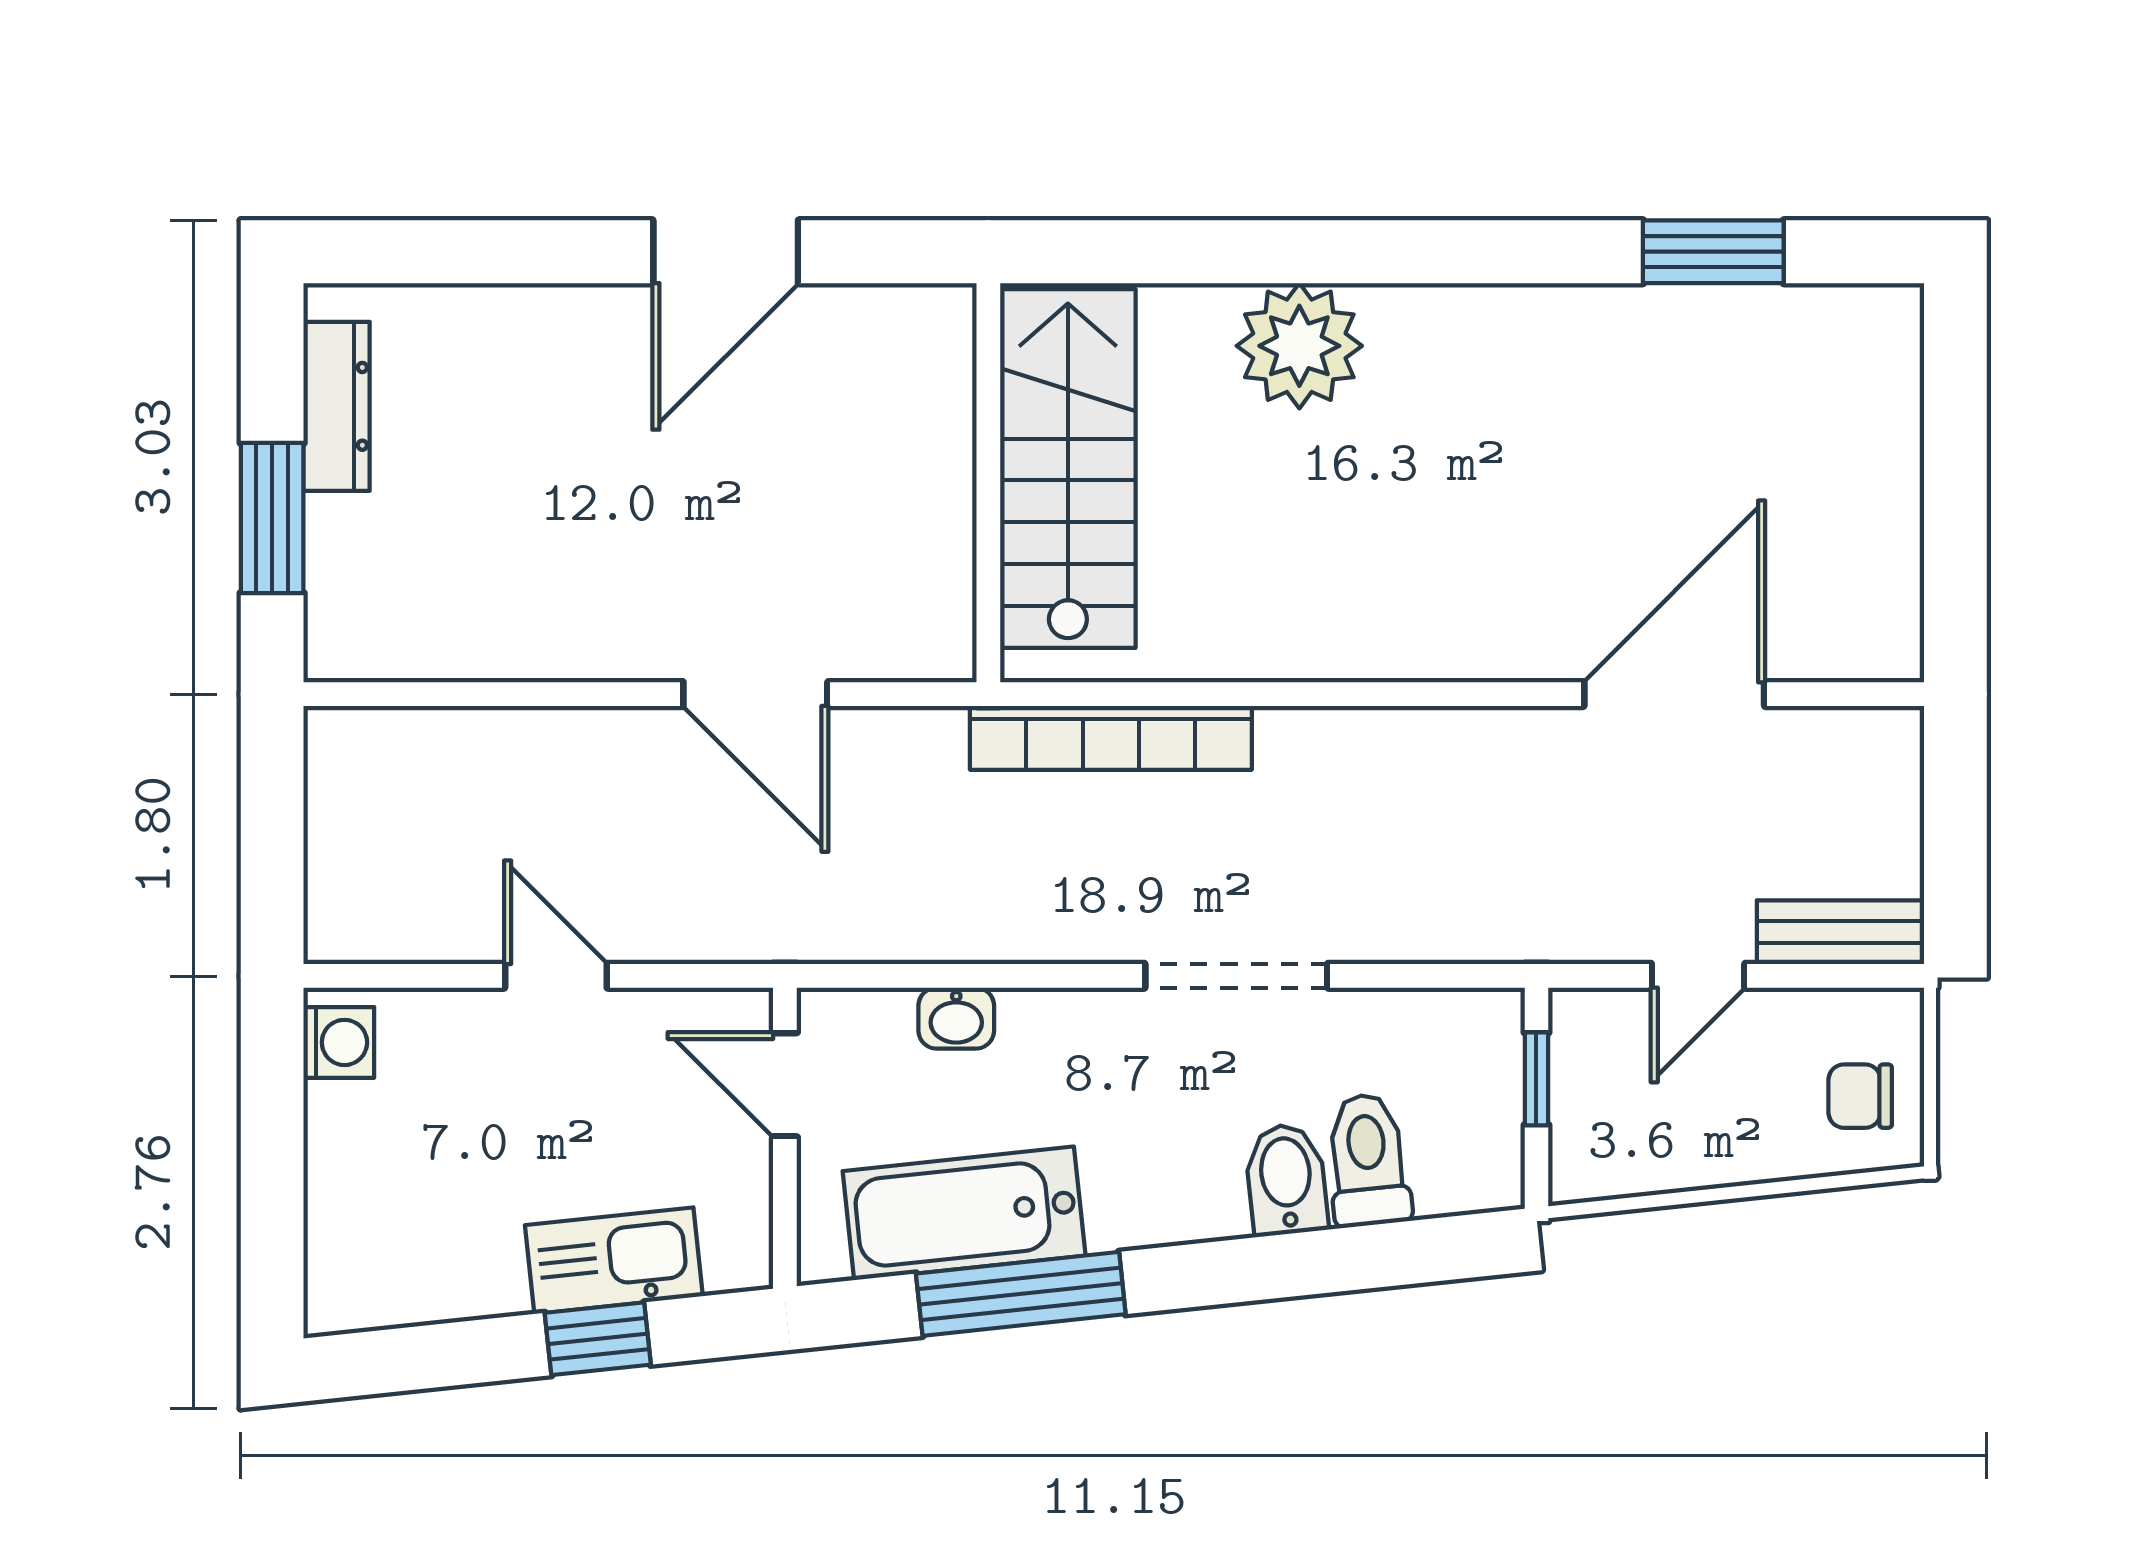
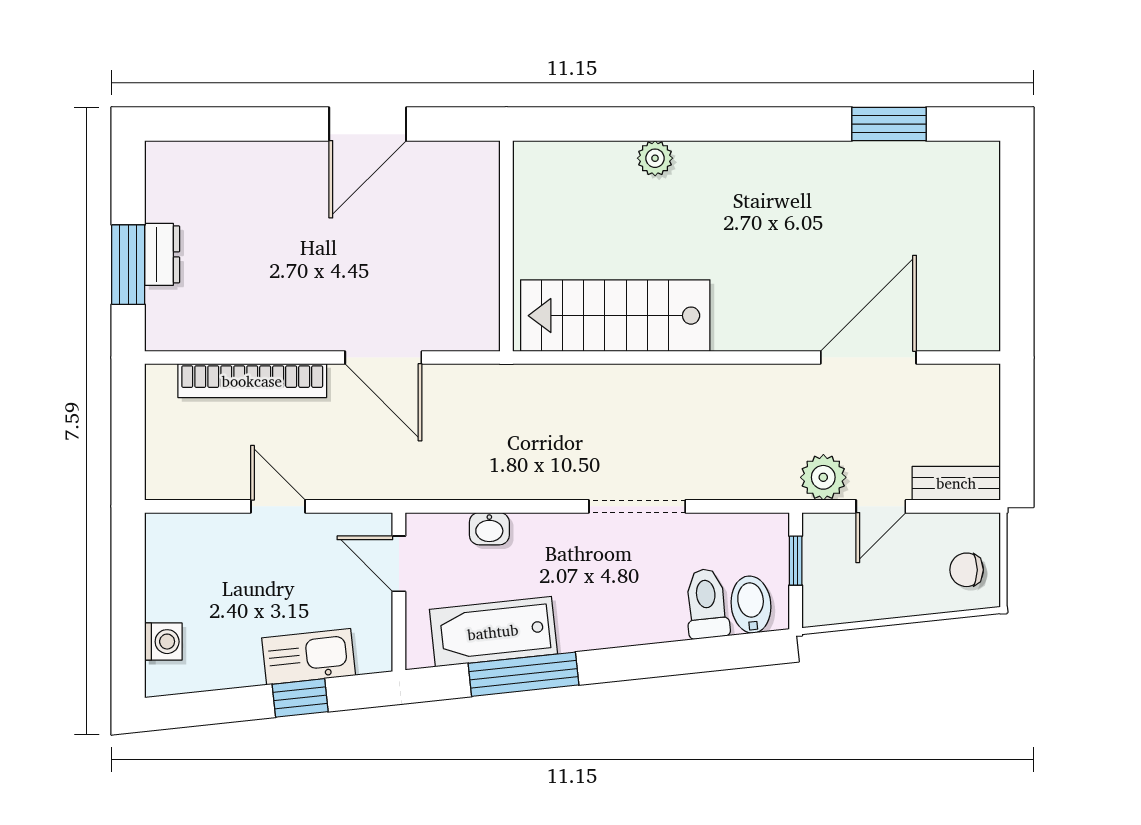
plant: (1299, 346) -> (655, 158), width x0.53, depth x0.53
dresser: (337, 406) -> (162, 254), moved, width x0.70
stairs: (1068, 469) -> (615, 316), moved, turned -90
bookcase: (1111, 738) -> (252, 381), moved
plant: (1589, 921) -> (823, 477), added
washing machine: (339, 1042) -> (163, 642), moved
bidet: (1286, 1180) -> (751, 605), moved

